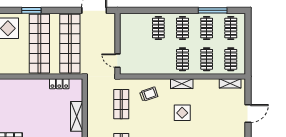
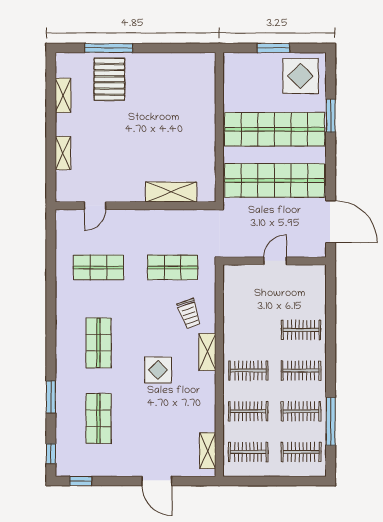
door: (117, 61) -> (275, 261), moved
locker: (59, 84) -> (207, 163), removed
shelving: (182, 84) -> (207, 352), moved
shelving: (77, 116) -> (171, 192), moved

